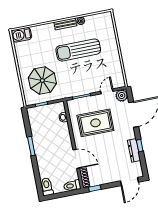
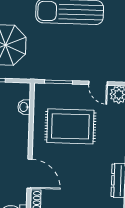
door: (107, 91) -> (98, 83), swing flipped

